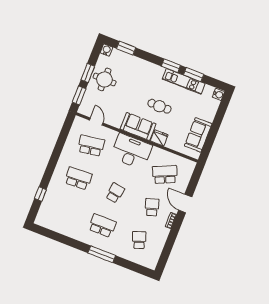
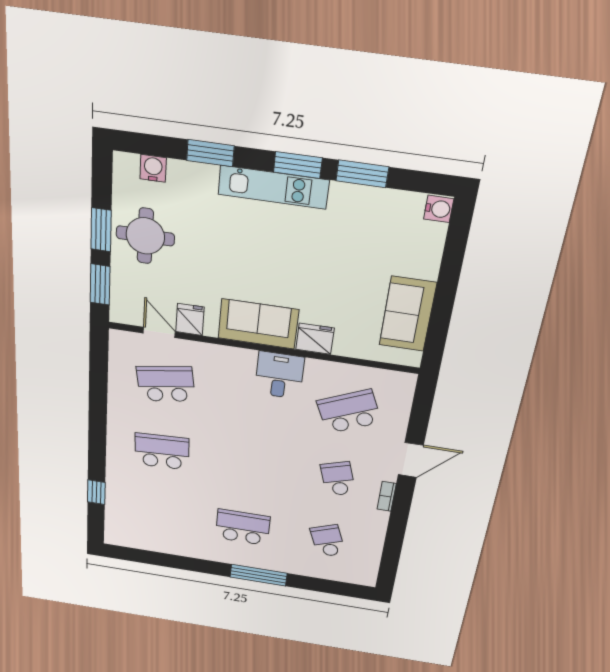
window: (126, 48) -> (210, 153), moved
water cooler: (106, 50) -> (153, 168), moved
kitchen unit: (184, 81) -> (273, 187), moved
cafe table: (159, 106) -> (296, 269), removed
fridge: (111, 118) -> (190, 319), added
desk: (131, 151) -> (279, 375), width x0.53, depth x0.77
school desk: (115, 193) -> (250, 465), removed
door: (185, 204) -> (411, 460), swing flipped

